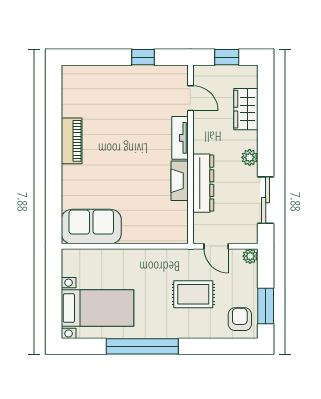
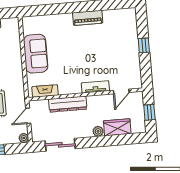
window: (143, 57) -> (144, 45), moved
plant: (250, 157) -> (98, 131), moved
fireplace: (180, 181) -> (45, 91), moved
sofa: (91, 227) -> (36, 54), moved

